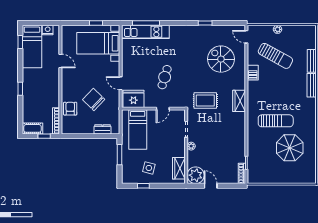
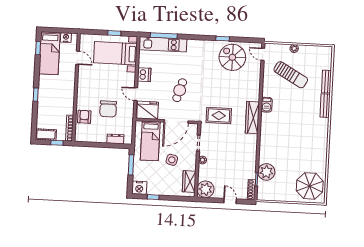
spiral stairs: (221, 59) -> (232, 57), moved
door: (60, 61) -> (78, 58), moved
dishwasher: (128, 63) -> (144, 75), added
barbecue: (253, 73) -> (267, 105), moved
chair: (94, 99) -> (108, 109), turned -134
wardrobe: (239, 101) -> (252, 118), width x1.50
door: (163, 109) -> (176, 121), width x1.87
sun lounger: (276, 121) -> (288, 139), removed
parasol: (290, 148) -> (310, 186), moved
plant: (256, 155) -> (266, 172), added
side table: (149, 168) -> (172, 160), moved
nightstand: (129, 177) -> (139, 188), added
door: (211, 186) -> (230, 201), moved

